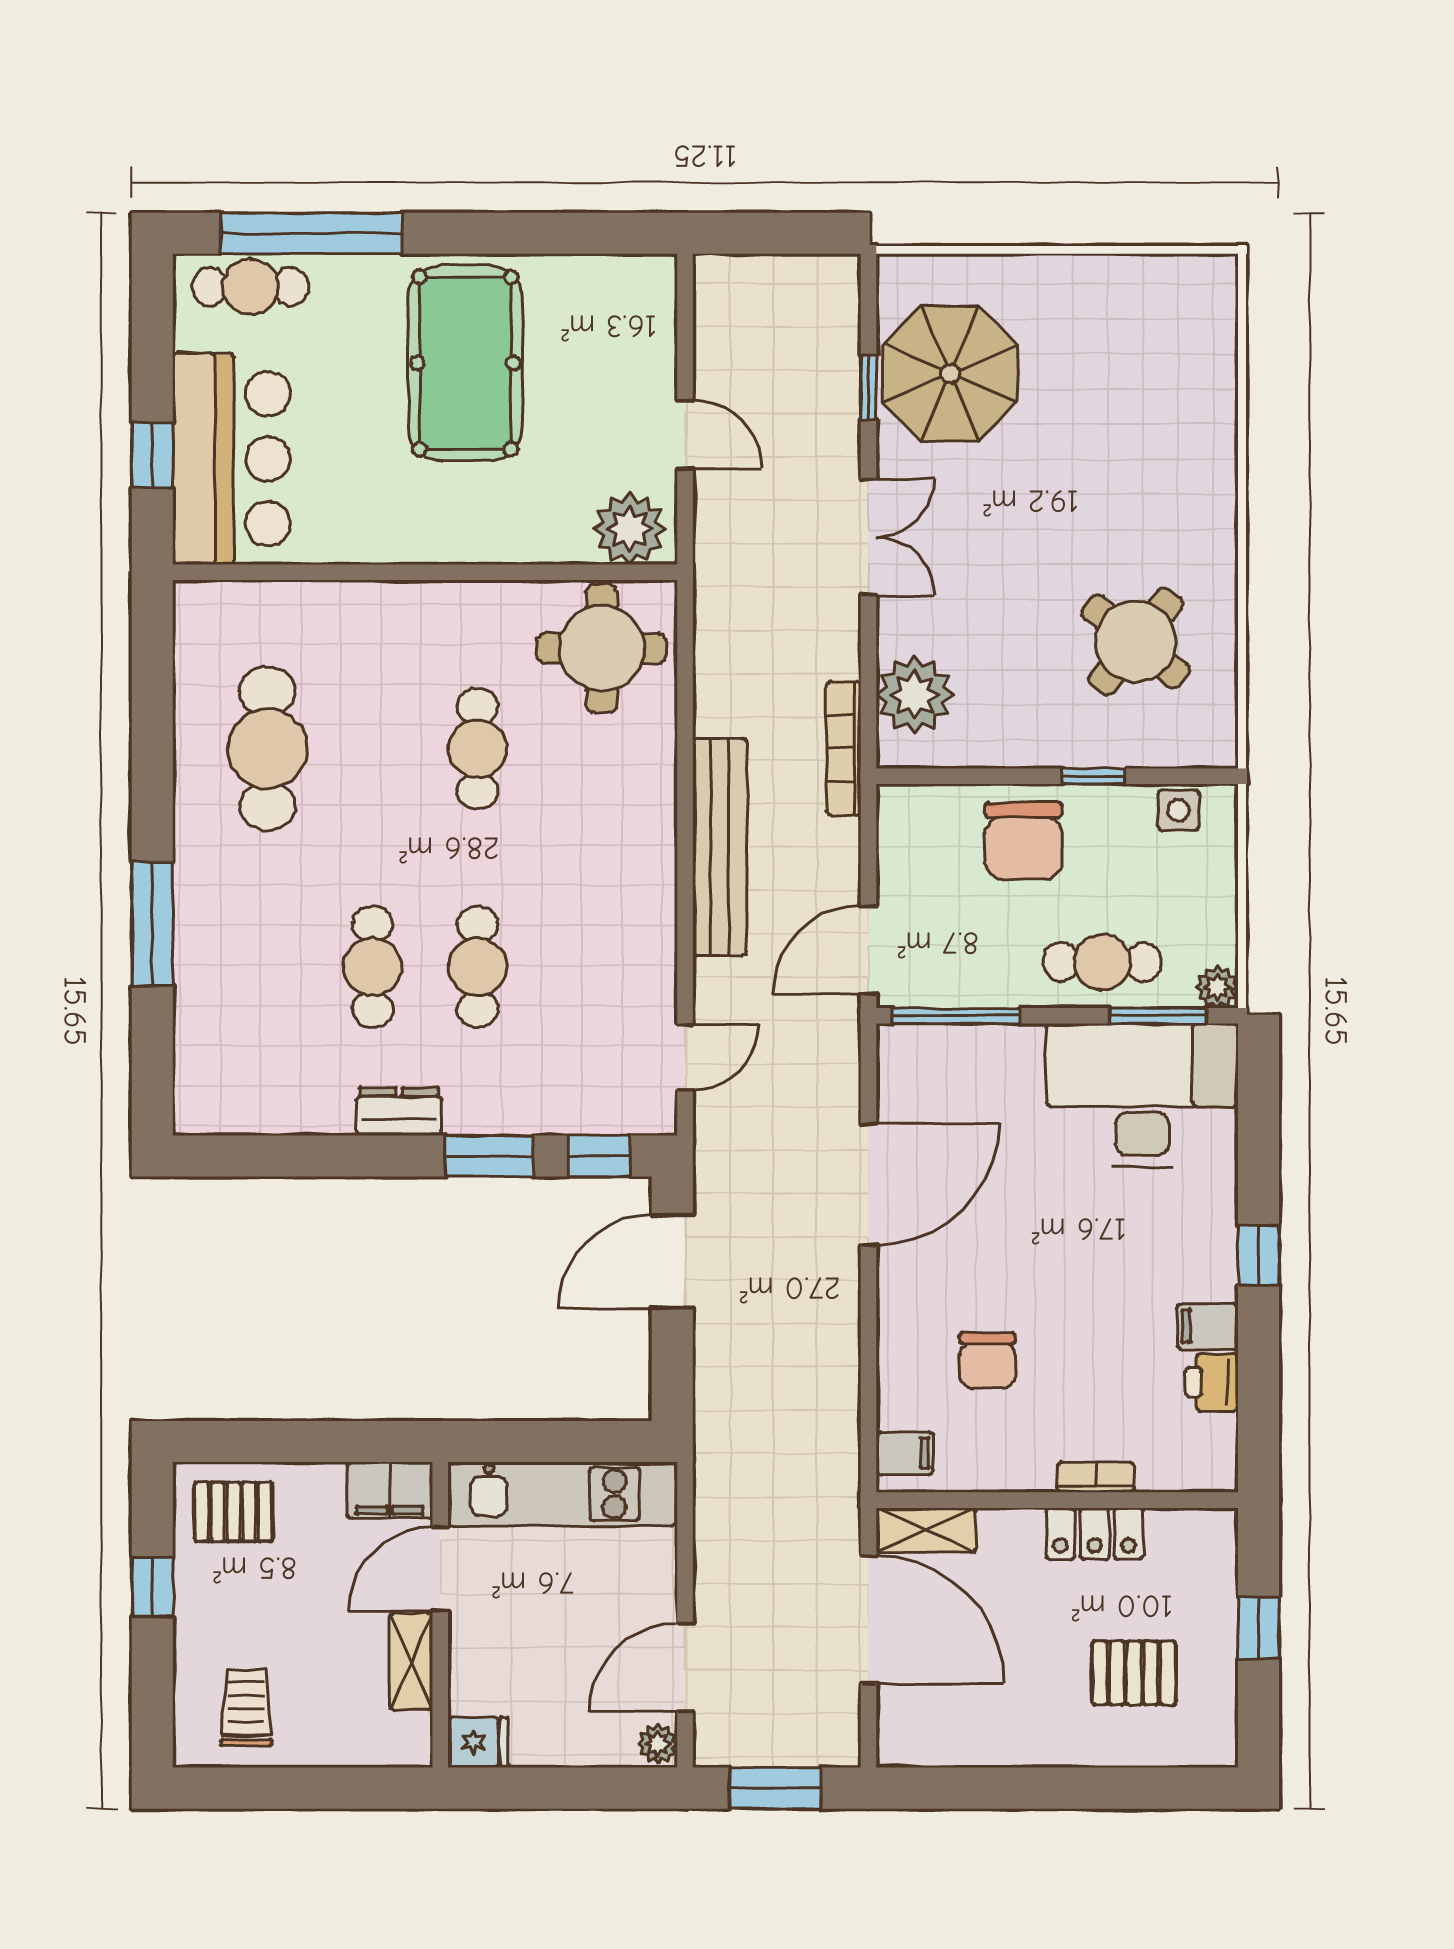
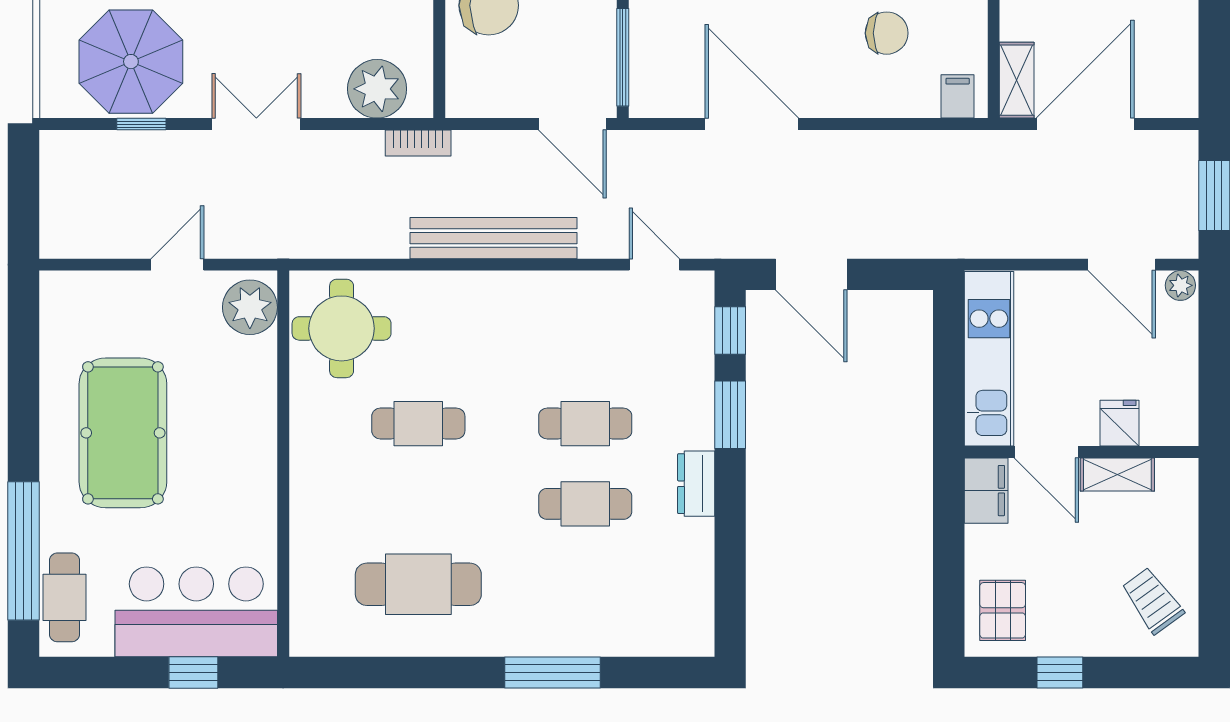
pool table: (465, 363) -> (123, 433), turned 90
bookcase: (844, 748) -> (418, 143), width x0.64
trolley: (246, 1708) -> (1153, 601), turned 54
fridge: (478, 1742) -> (1120, 423), moved

